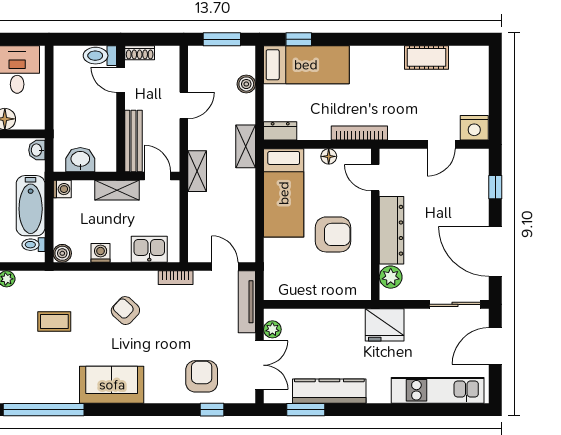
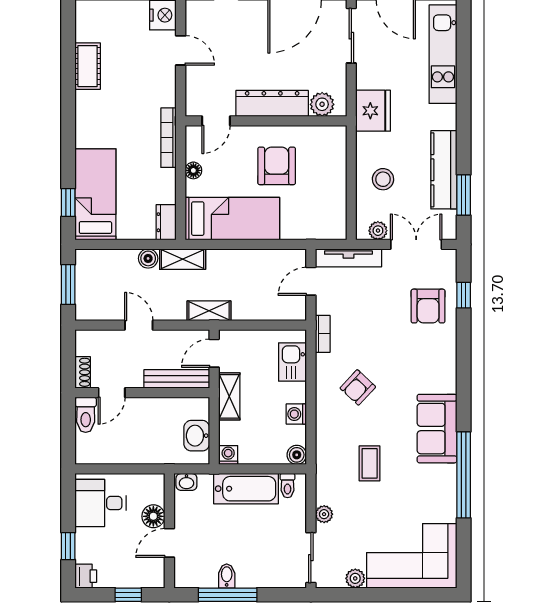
boiler: (246, 84) -> (148, 258), moved
stool: (321, 334) -> (383, 179), added
armchair: (202, 376) -> (428, 306), turned -90
sofa: (112, 385) -> (437, 429), moved

